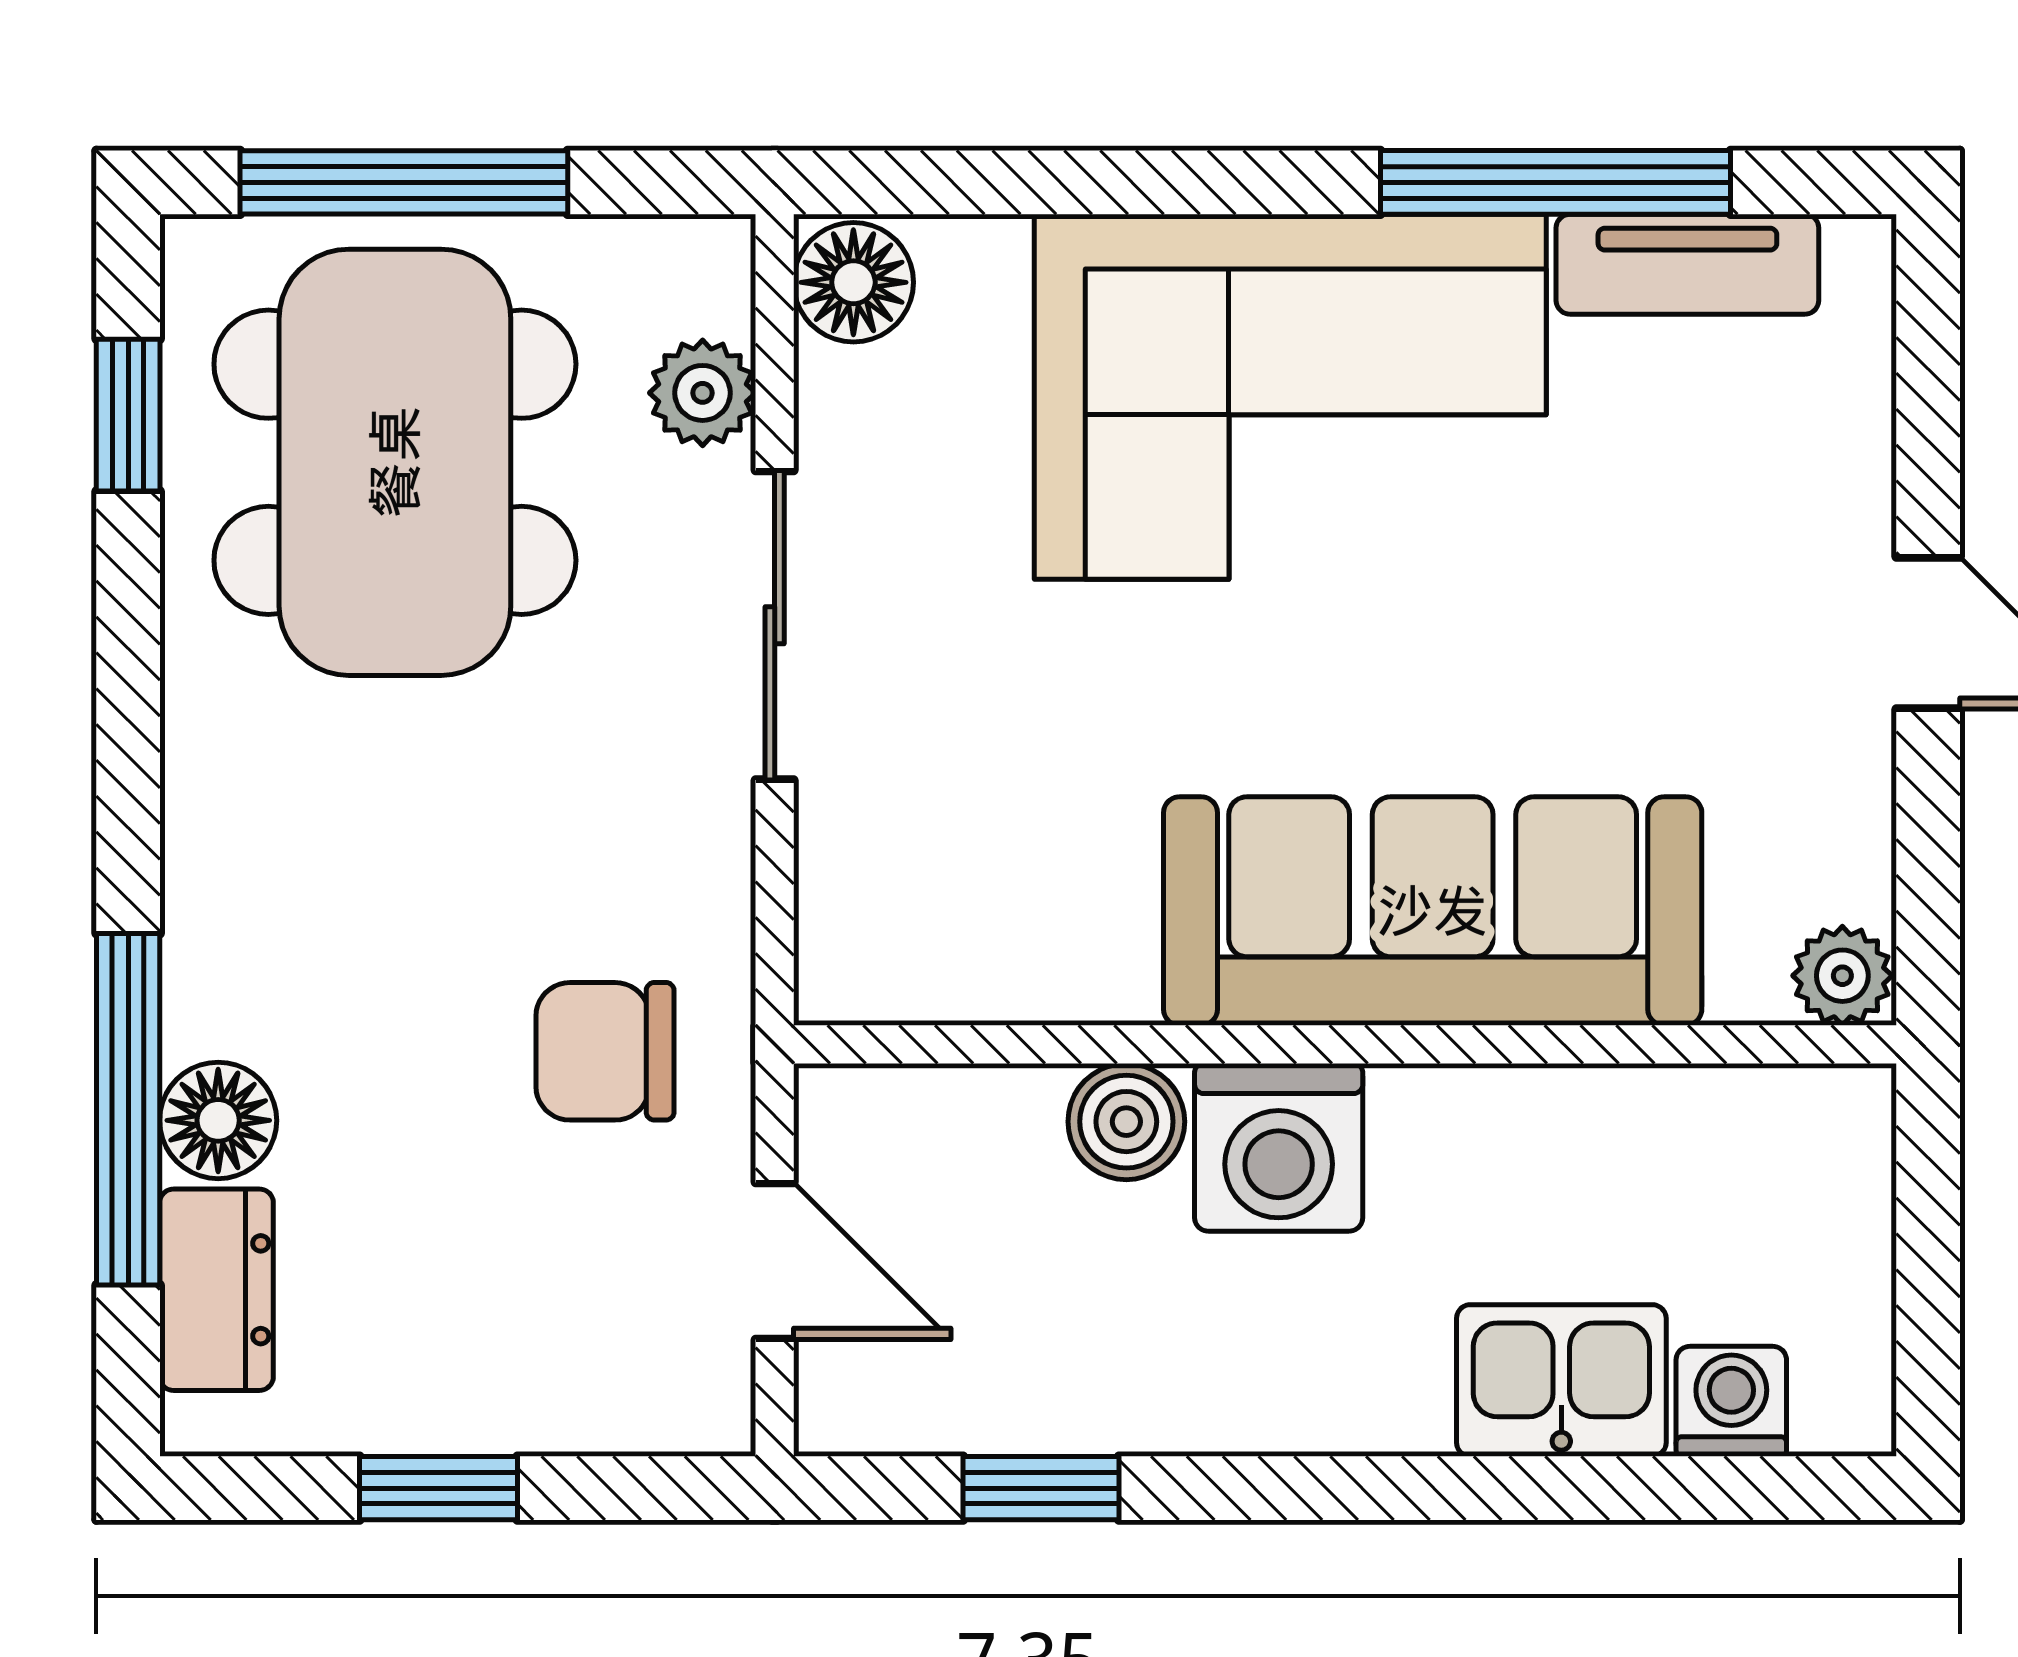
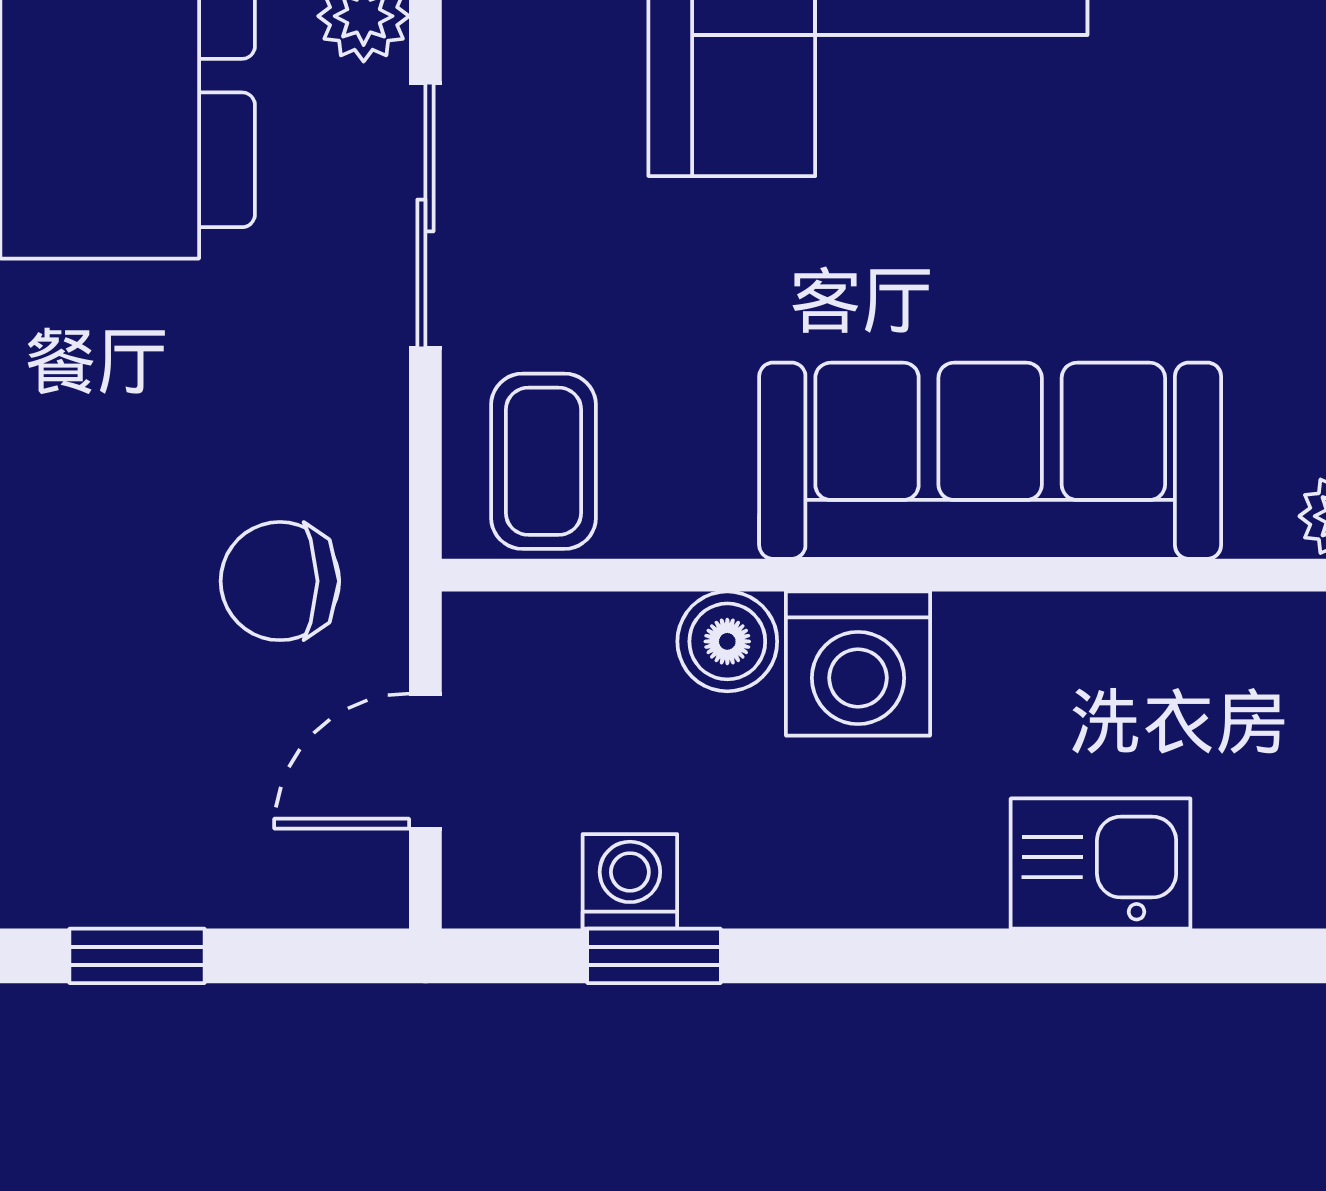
coffee table: (912, 912) -> (544, 461), added
door: (775, 1261) -> (425, 761), swing flipped
washing machine: (1731, 1401) -> (630, 881), moved

